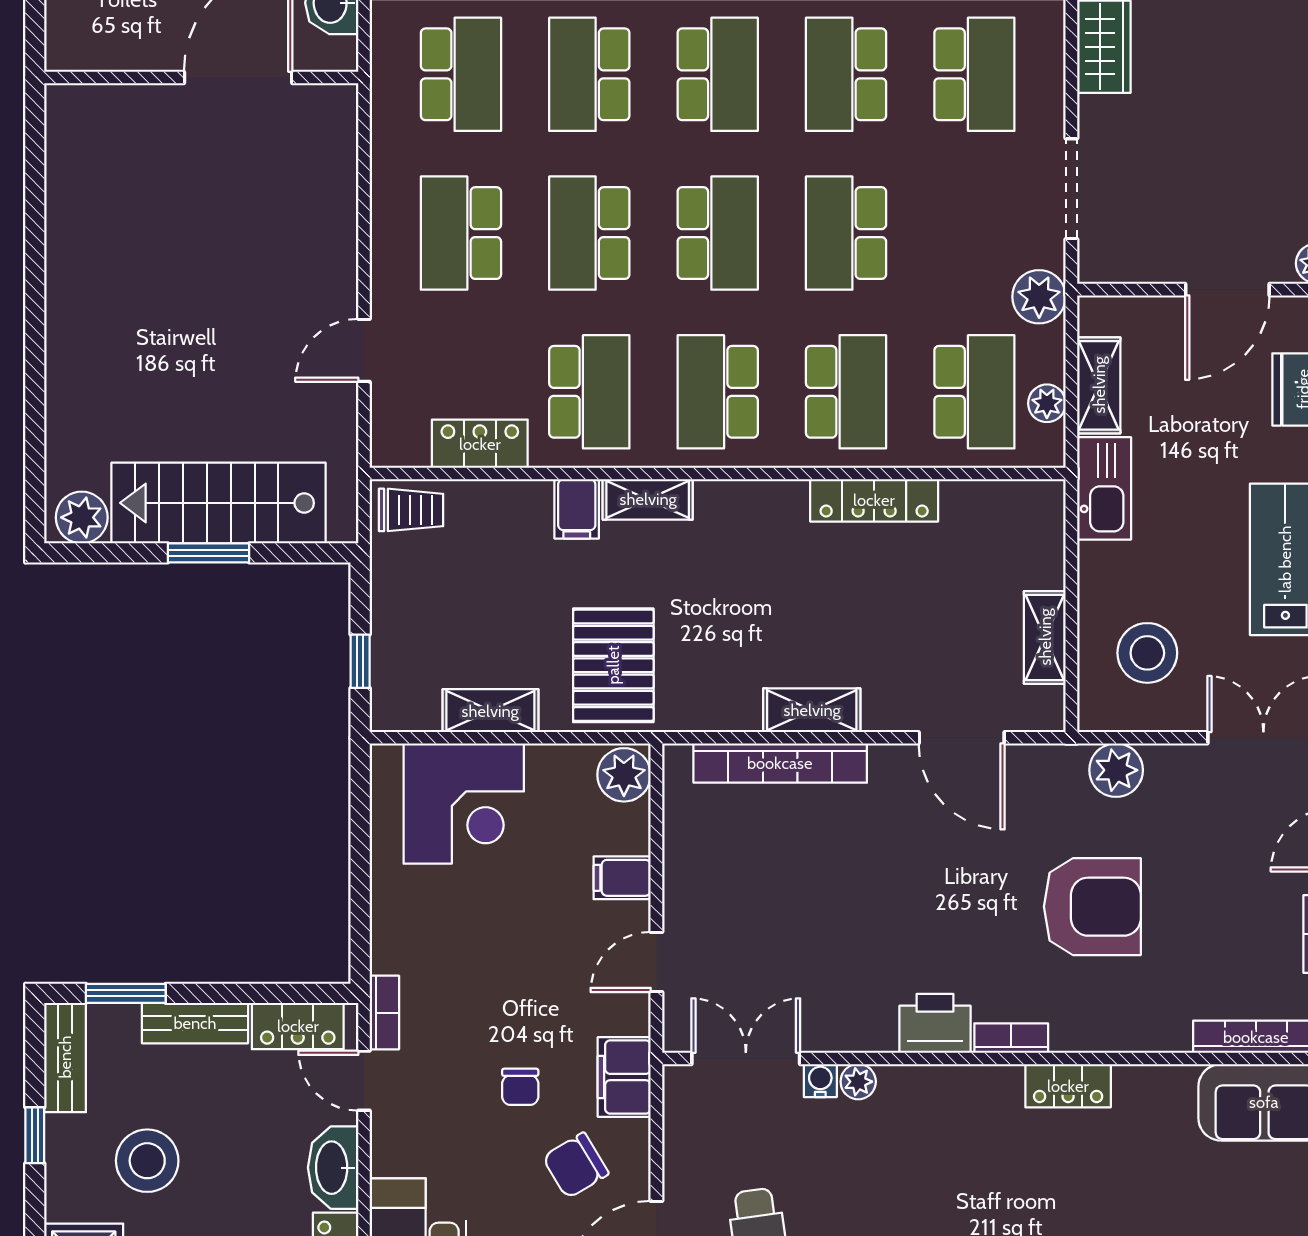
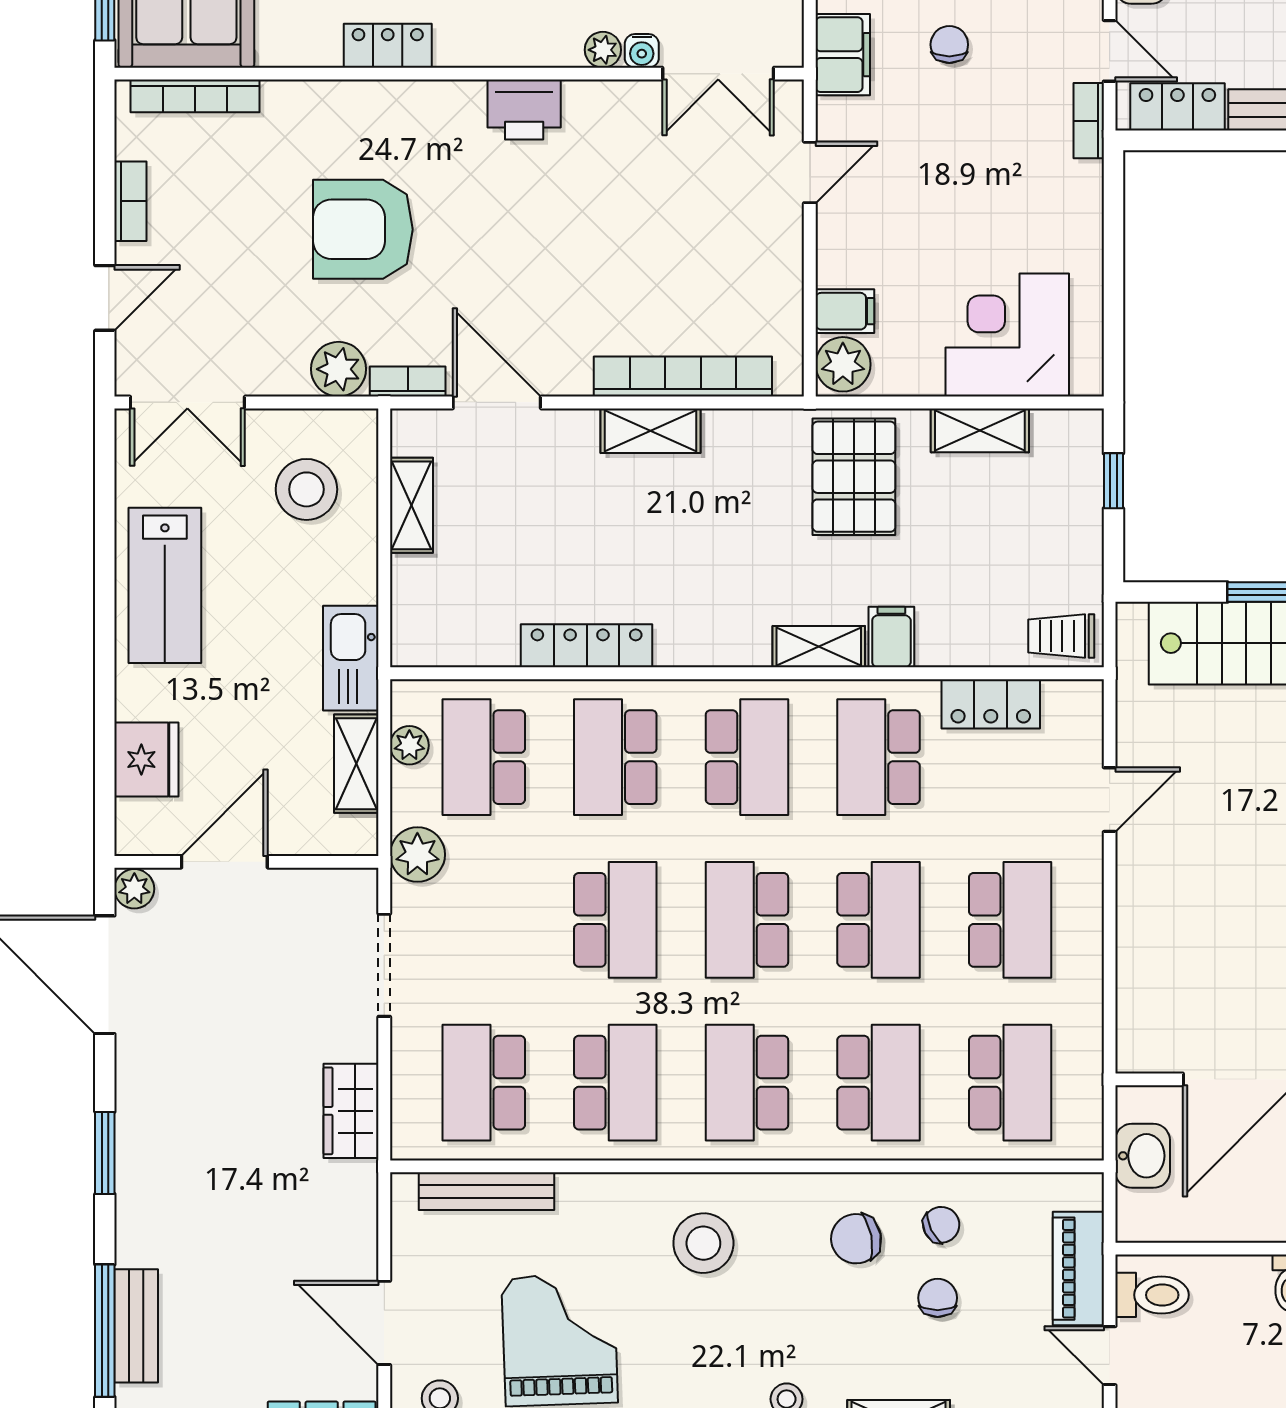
school desk: (461, 74) -> (1010, 1083), turned 180
filing cabinet: (622, 878) -> (845, 311), moved
bookcase: (1011, 1038) -> (408, 382), moved, turned 180

